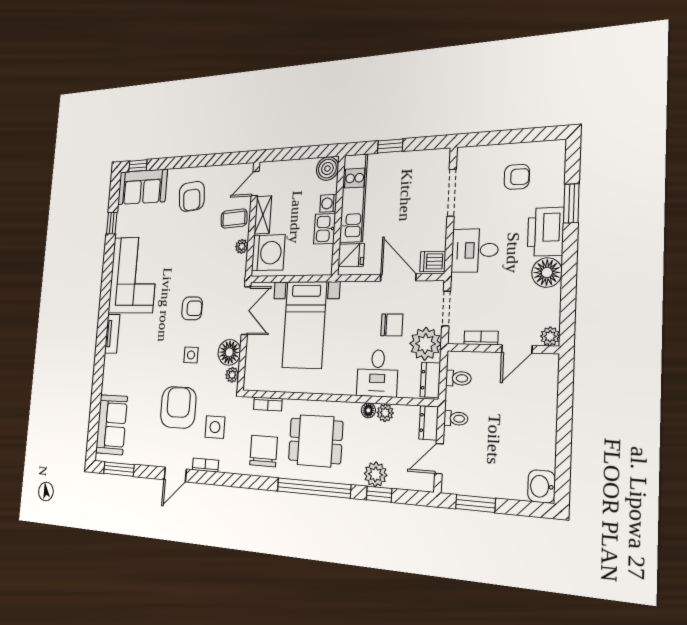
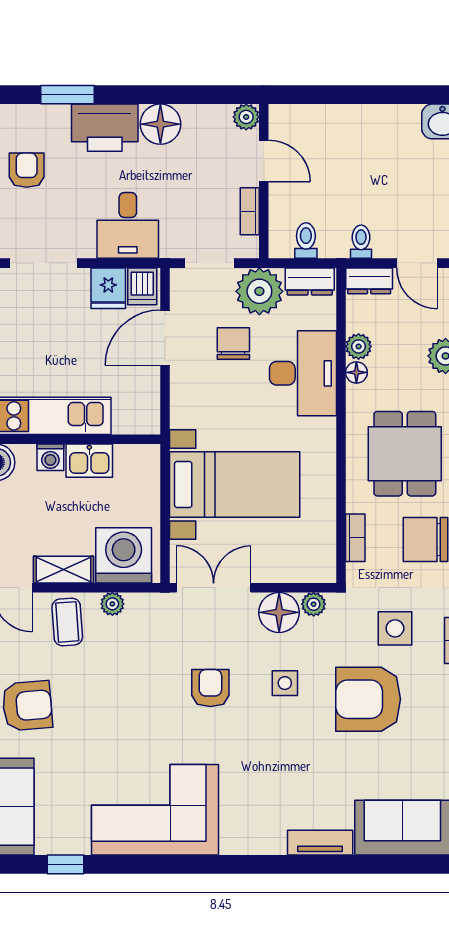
fridge: (351, 255) -> (108, 288), moved, turned 180
tv unit: (112, 334) -> (320, 843), moved
desk: (377, 373) -> (303, 373), width x1.37

